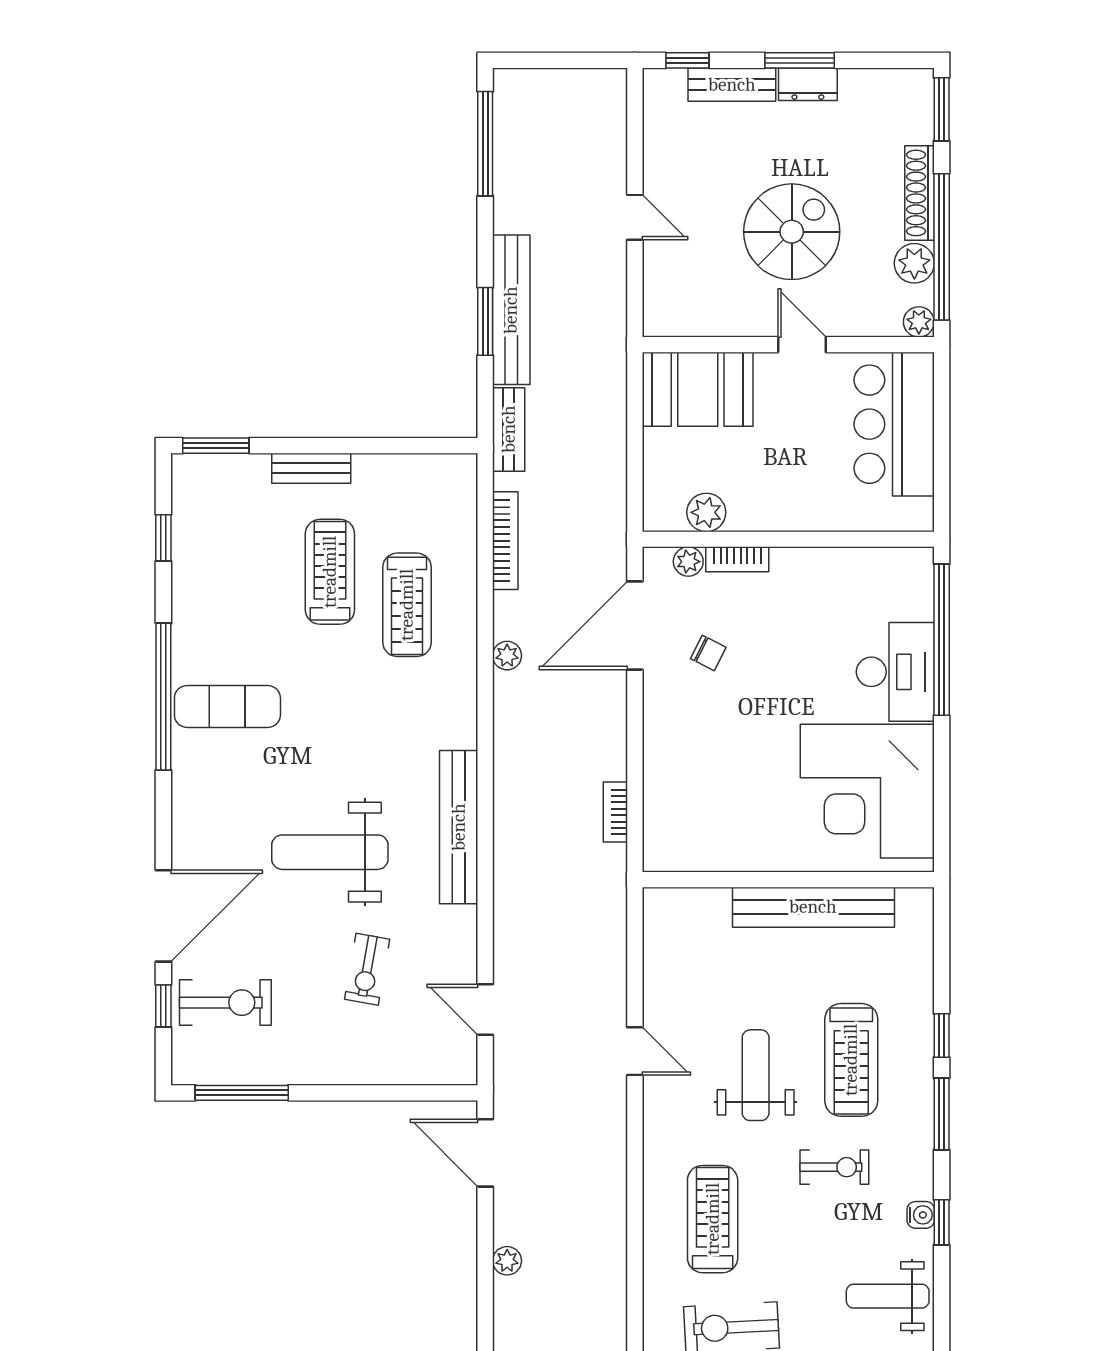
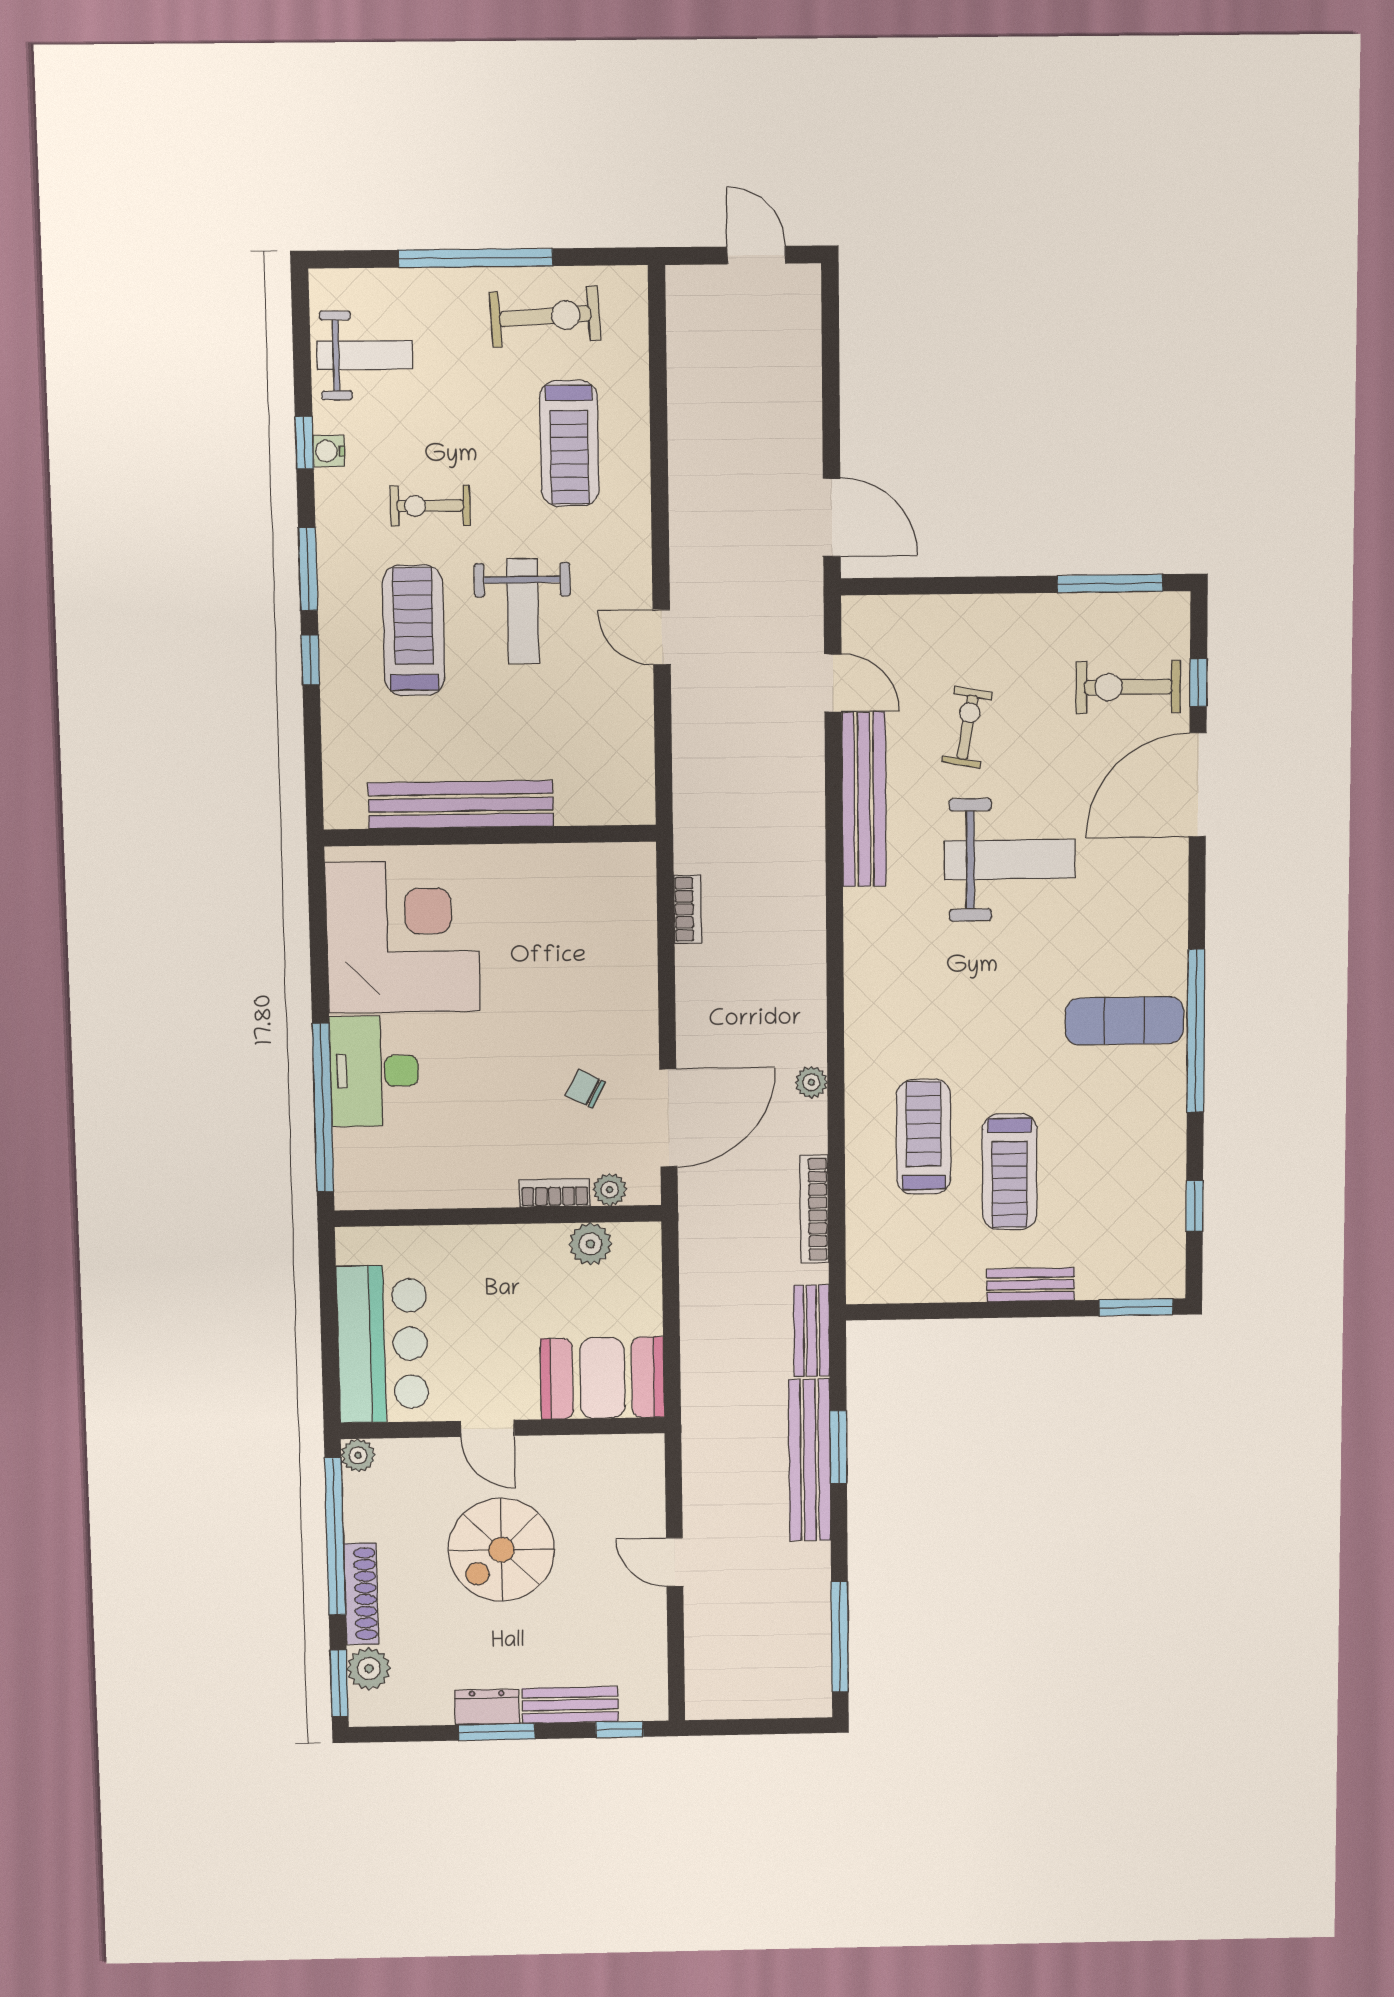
plant: (914, 263) -> (369, 1669), moved
bench: (459, 827) -> (864, 799), moved
plant: (507, 1261) -> (806, 392), removed

